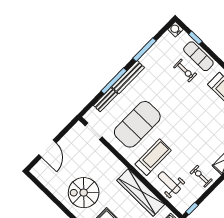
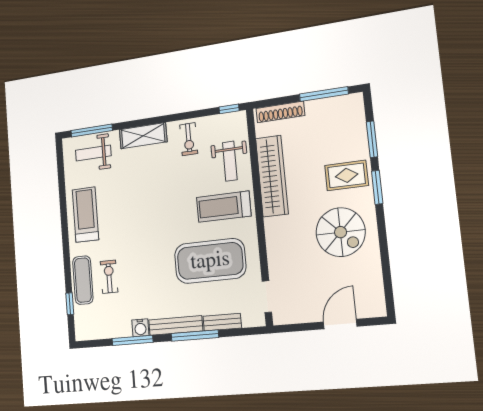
water cooler: (175, 29) -> (140, 328), moved

